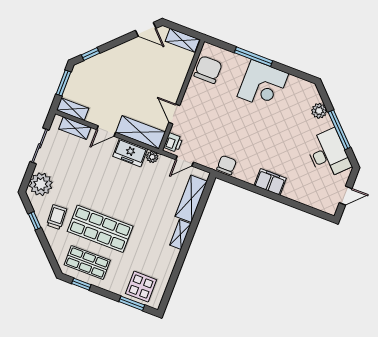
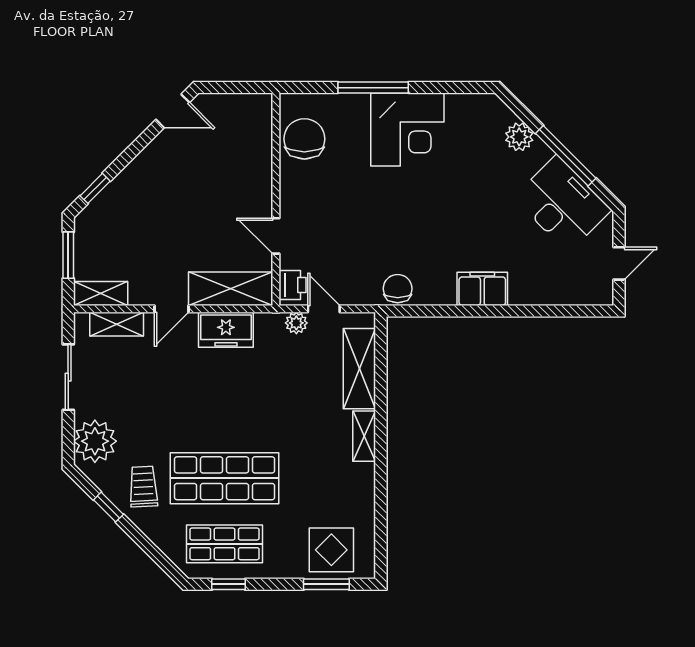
shelving: (182, 40) -> (242, 106), removed
plant: (152, 157) -> (296, 323), moved
door: (185, 161) -> (324, 309), swing flipped

